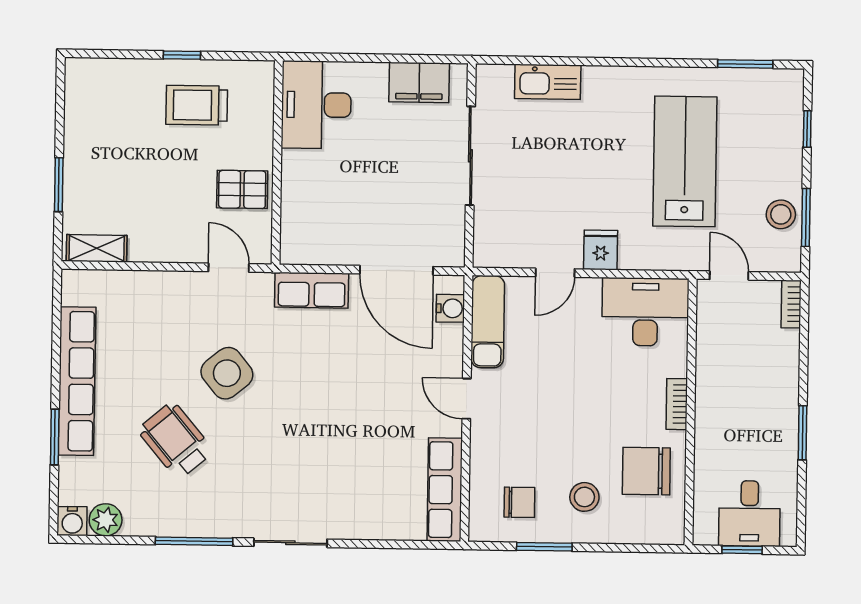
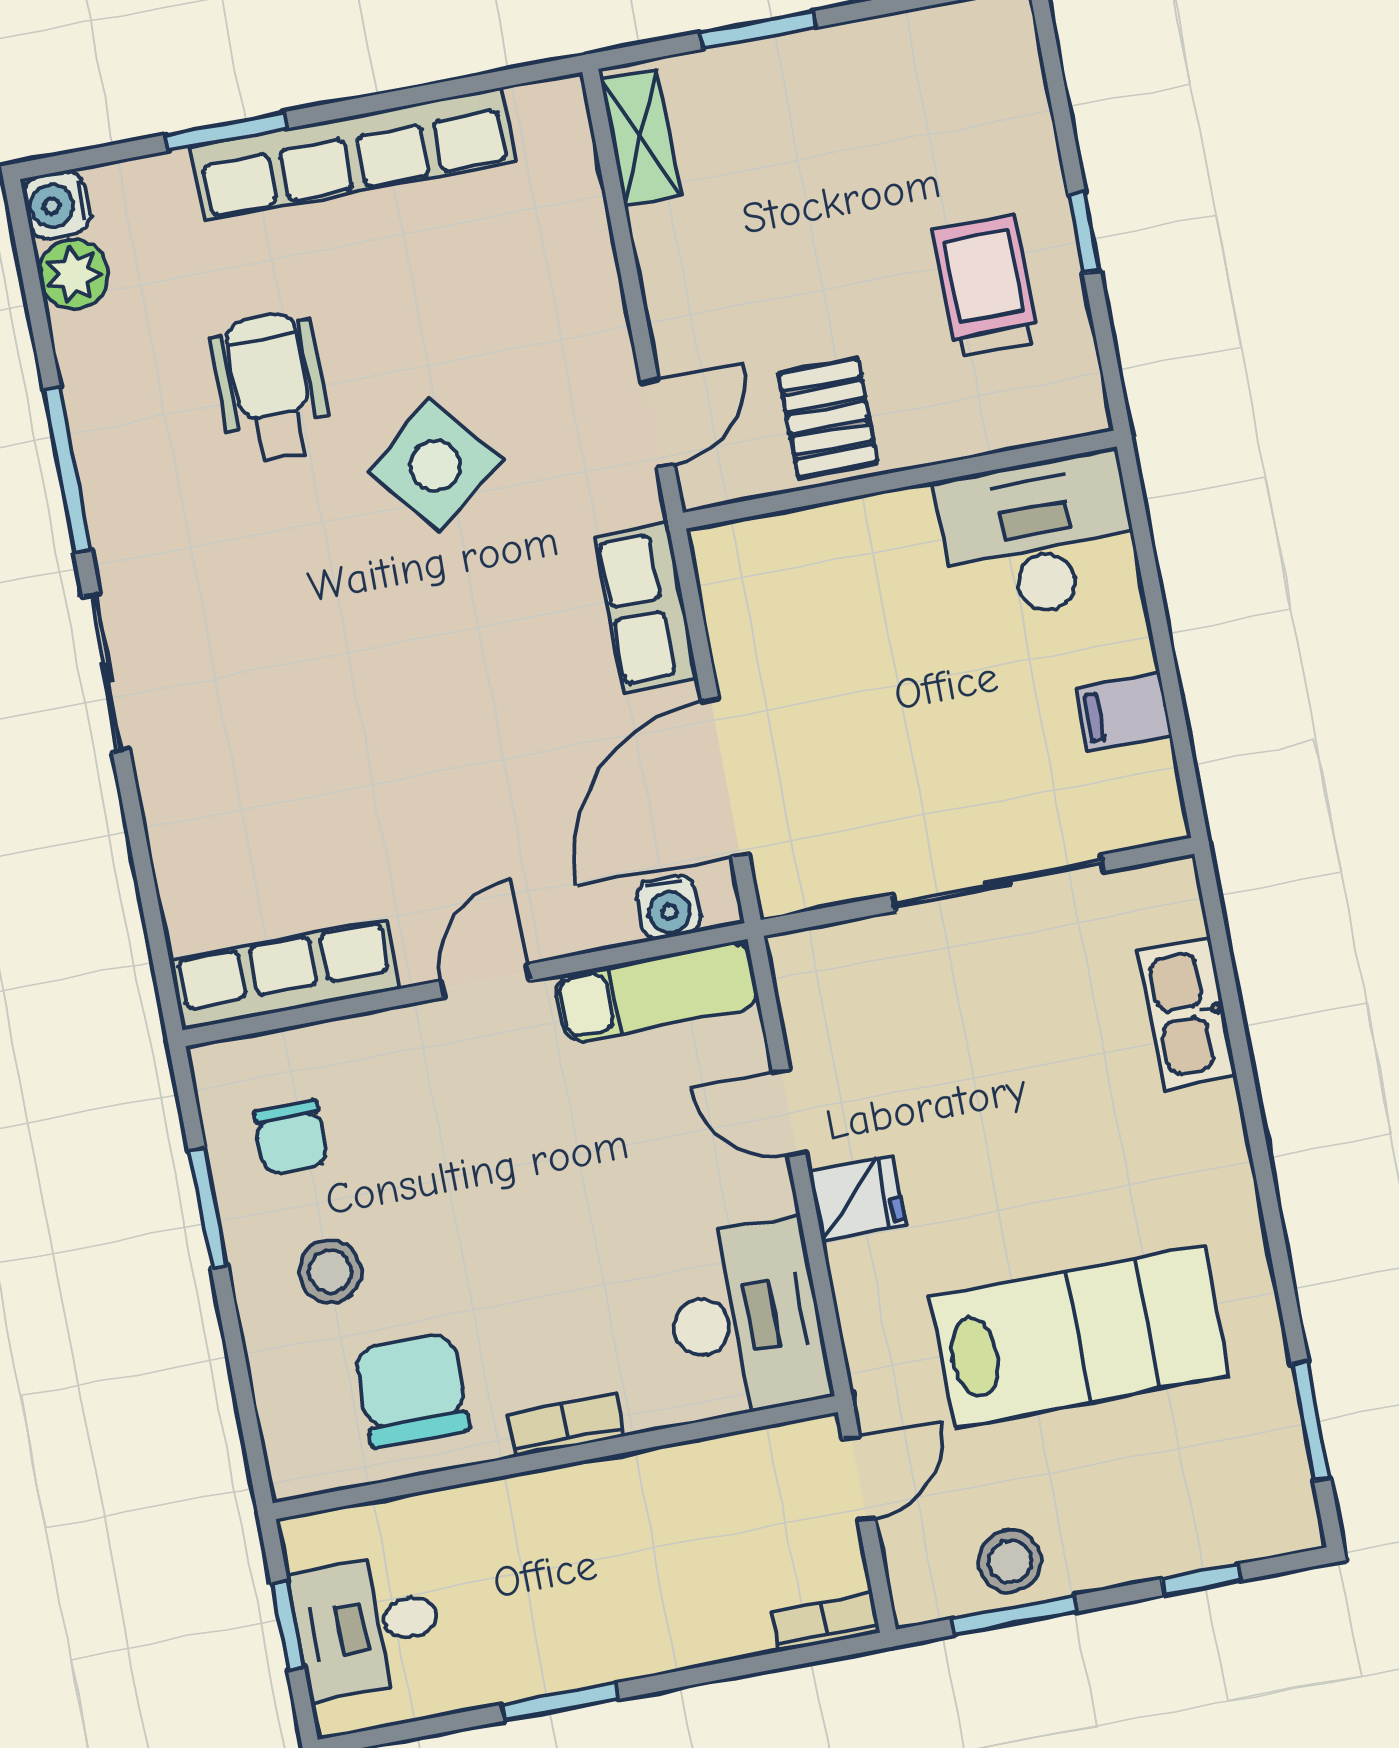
filing cabinet: (419, 82) -> (1124, 712), width x0.50
wheelchair: (176, 440) -> (271, 387), turned -50

